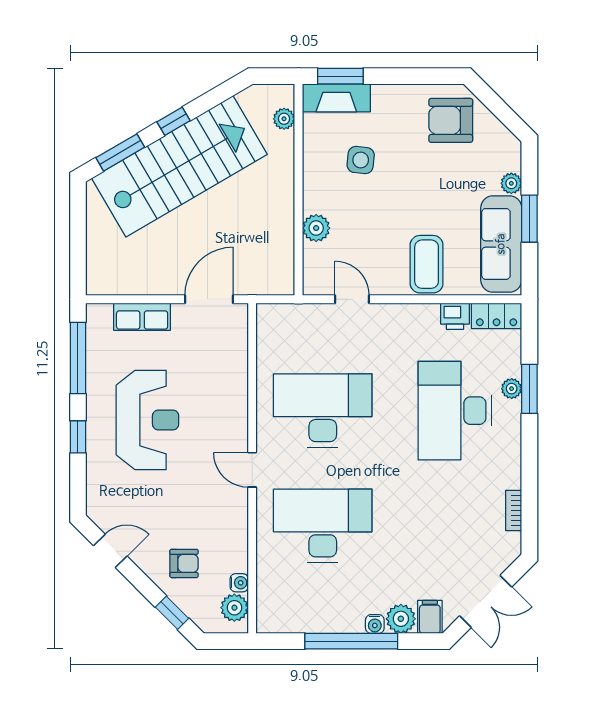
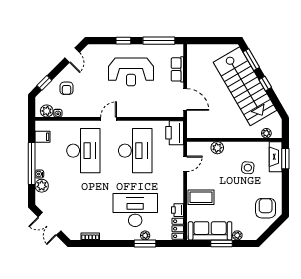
printer: (283, 323) -> (175, 133), added
filing cabinet: (430, 617) -> (43, 137), moved

